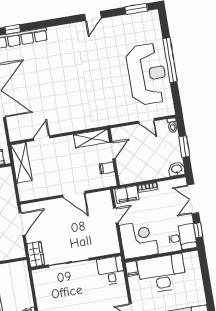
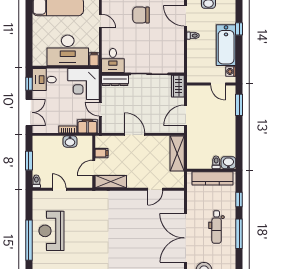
reception desk: (147, 74) -> (51, 231), width x0.74, depth x0.77
shelving: (21, 163) -> (177, 153), moved
washbasin: (177, 169) -> (70, 141), moved
door: (116, 215) -> (100, 109), hinge flipped
dresser: (105, 249) -> (115, 80), added

